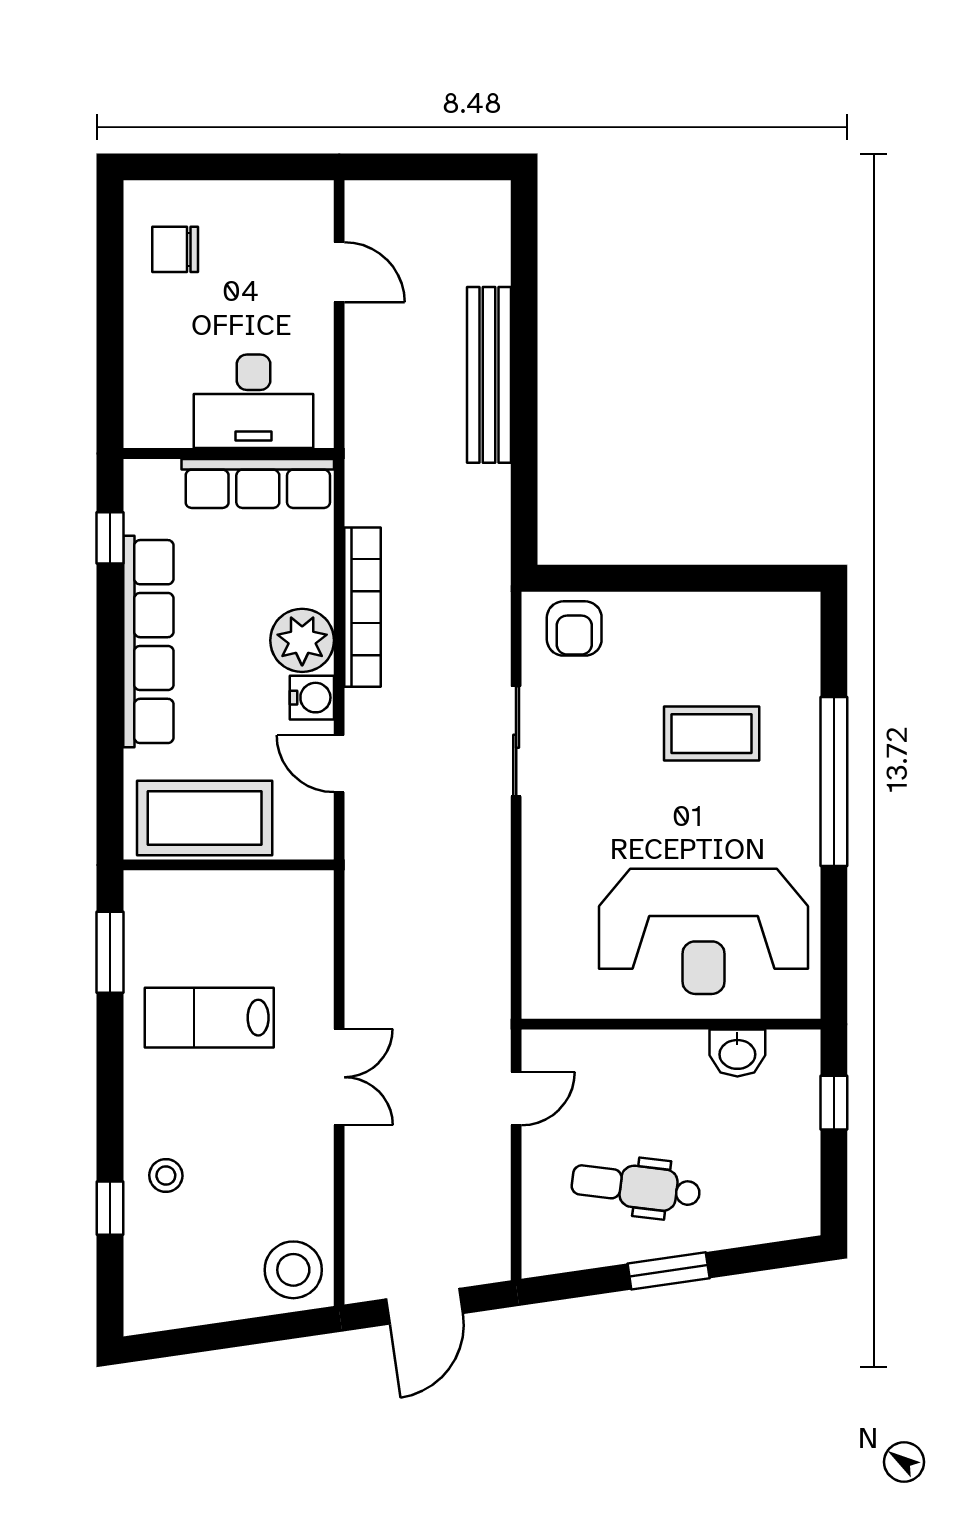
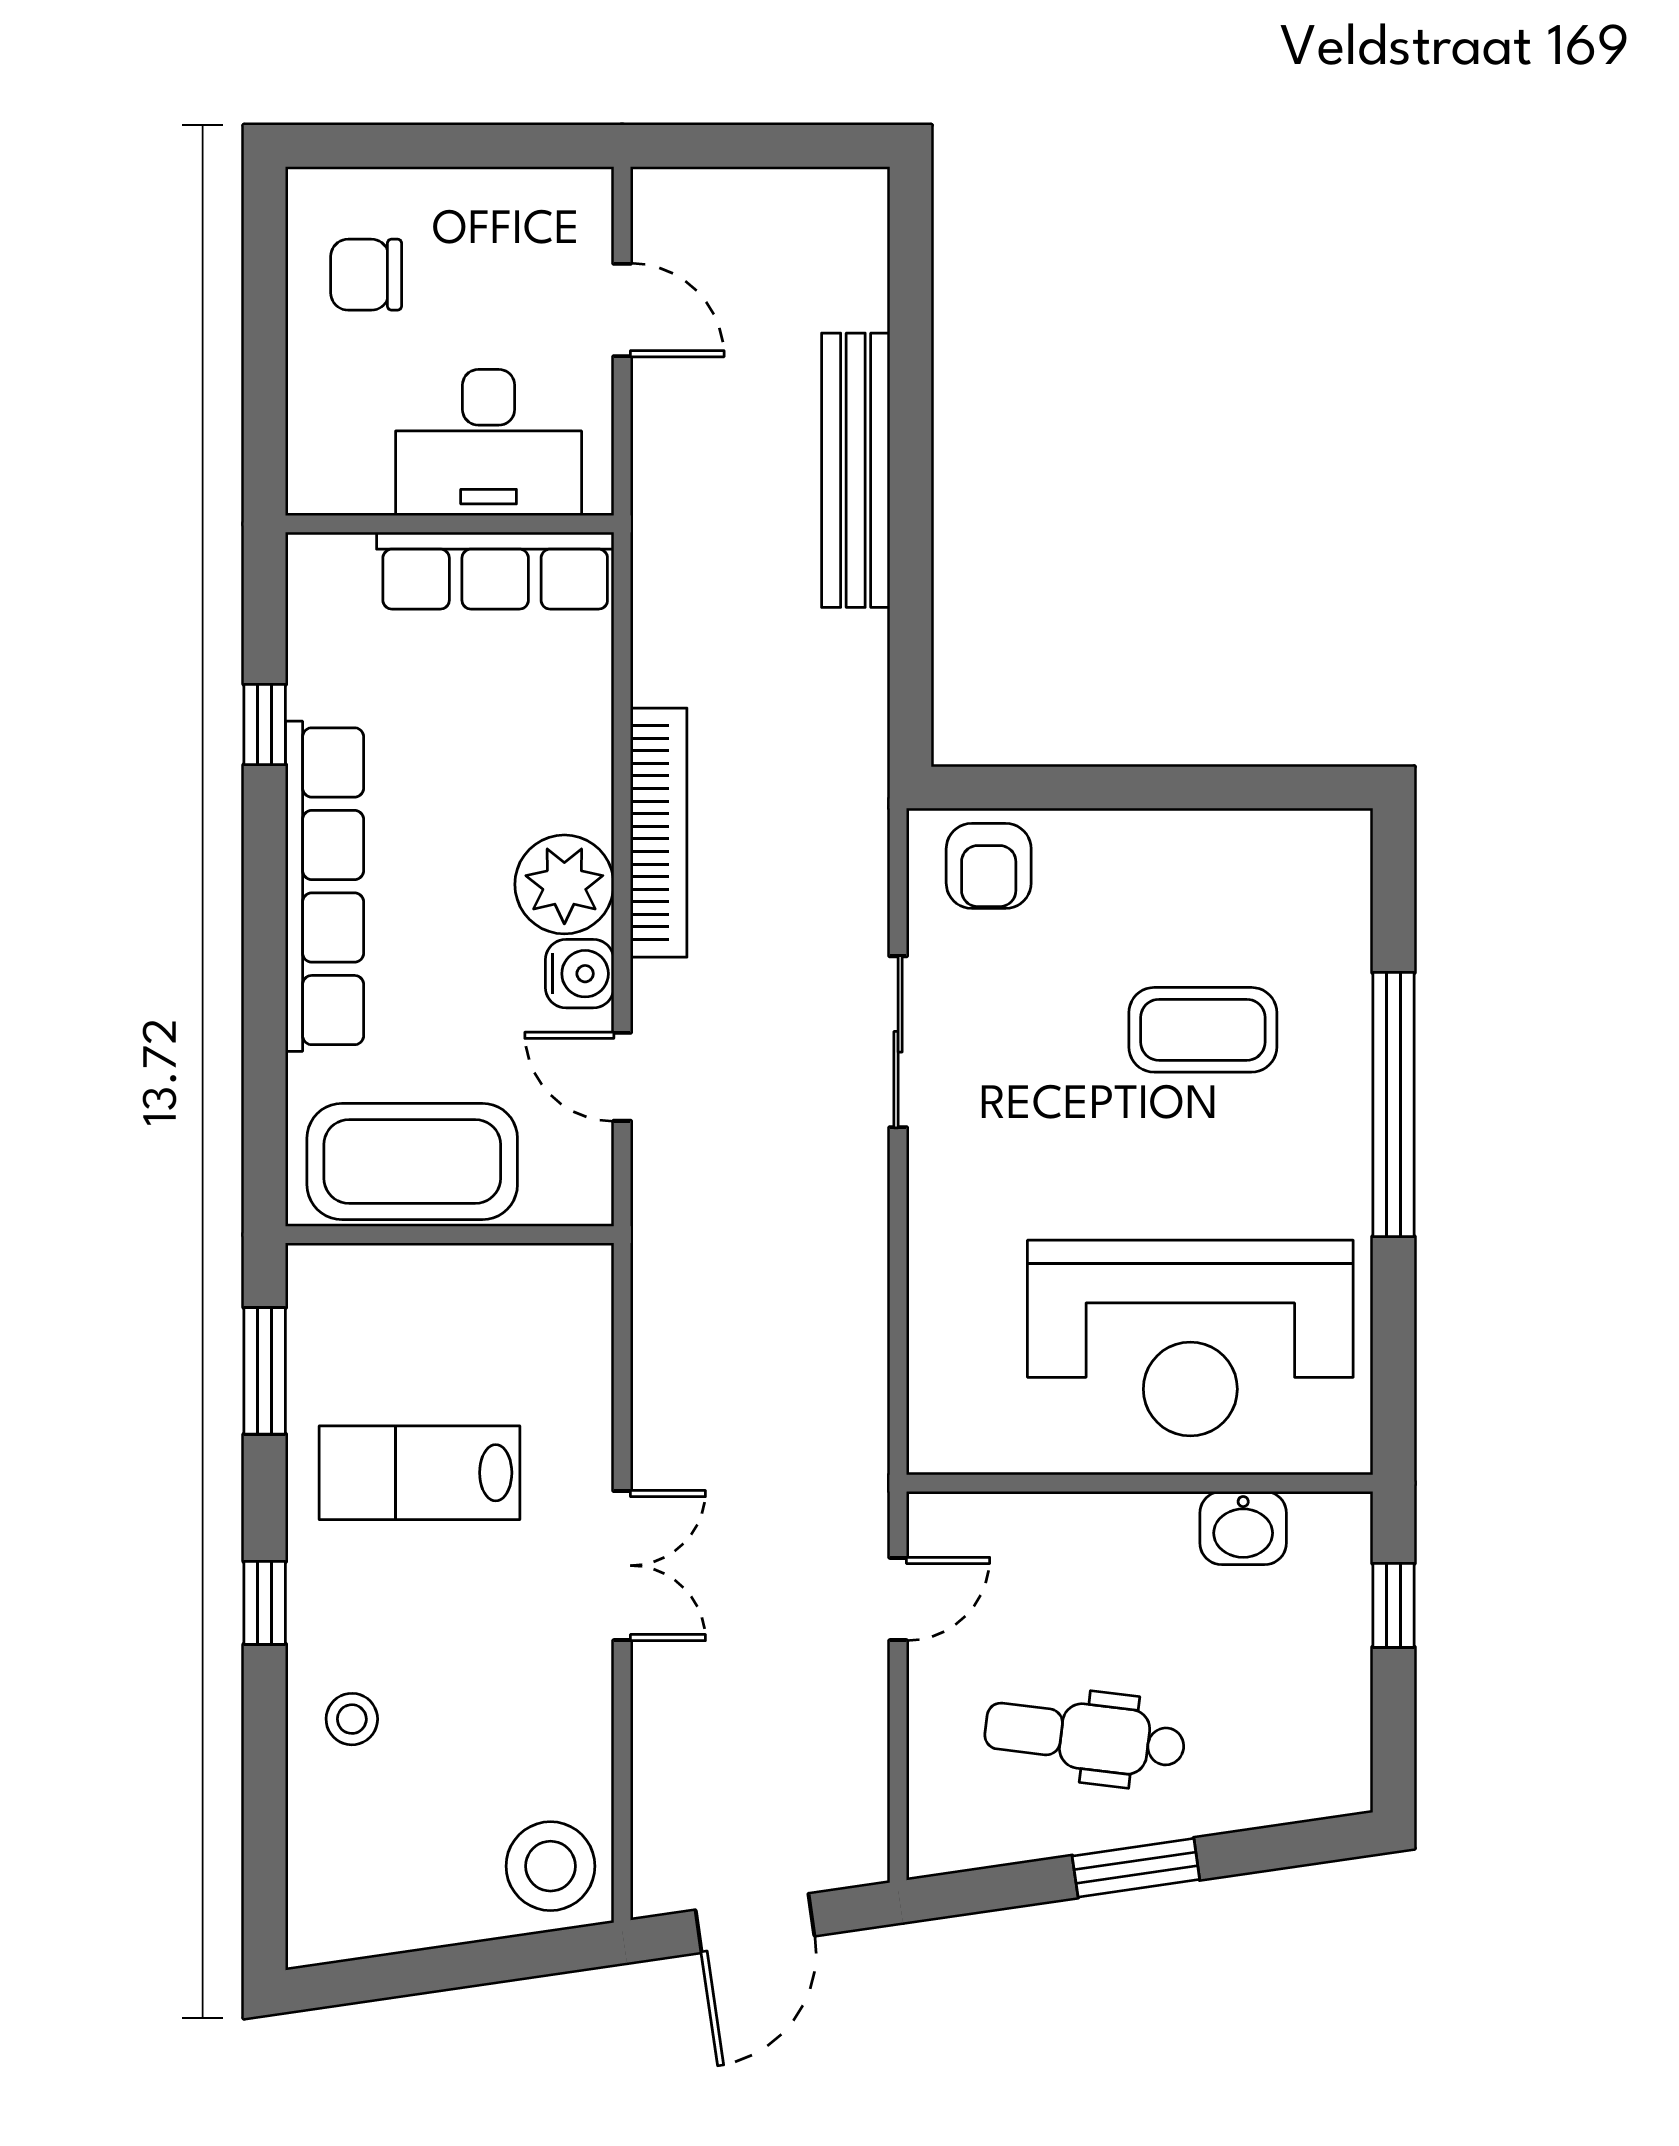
desk: (254, 401) -> (489, 443), moved
wall: (229, 453) -> (450, 524), moved
row of seats: (258, 483) -> (495, 571), moved
window: (110, 1208) -> (265, 1603), moved

